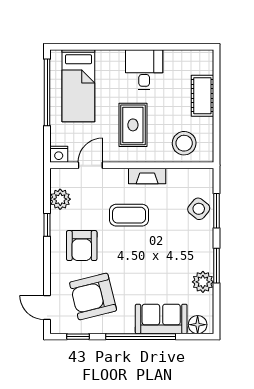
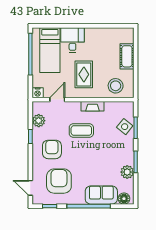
desk: (144, 70) -> (72, 40), moved
armchair: (82, 246) -> (52, 149), turned 180
armchair: (93, 296) -> (59, 181), turned 104

